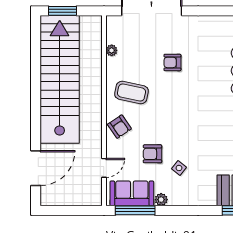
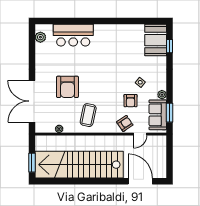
armchair: (172, 62) -> (67, 87), width x1.88, depth x1.88
armchair: (119, 127) -> (125, 123), moved
door: (104, 168) -> (140, 134), swing flipped
window: (135, 210) -> (169, 113), width x0.69

